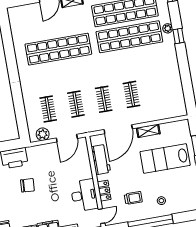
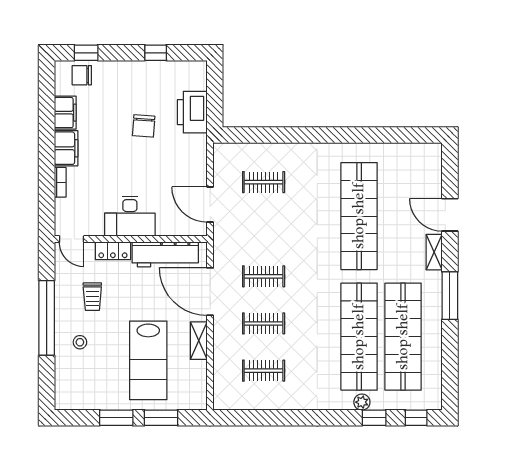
window: (179, 36) -> (374, 418), moved
clothes rail: (76, 104) -> (264, 371), moved
plant: (43, 134) -> (223, 166), removed
workbench: (101, 159) -> (165, 254), width x1.38
lab bench: (165, 159) -> (148, 360), turned 180
desk: (84, 195) -> (130, 216), moved

